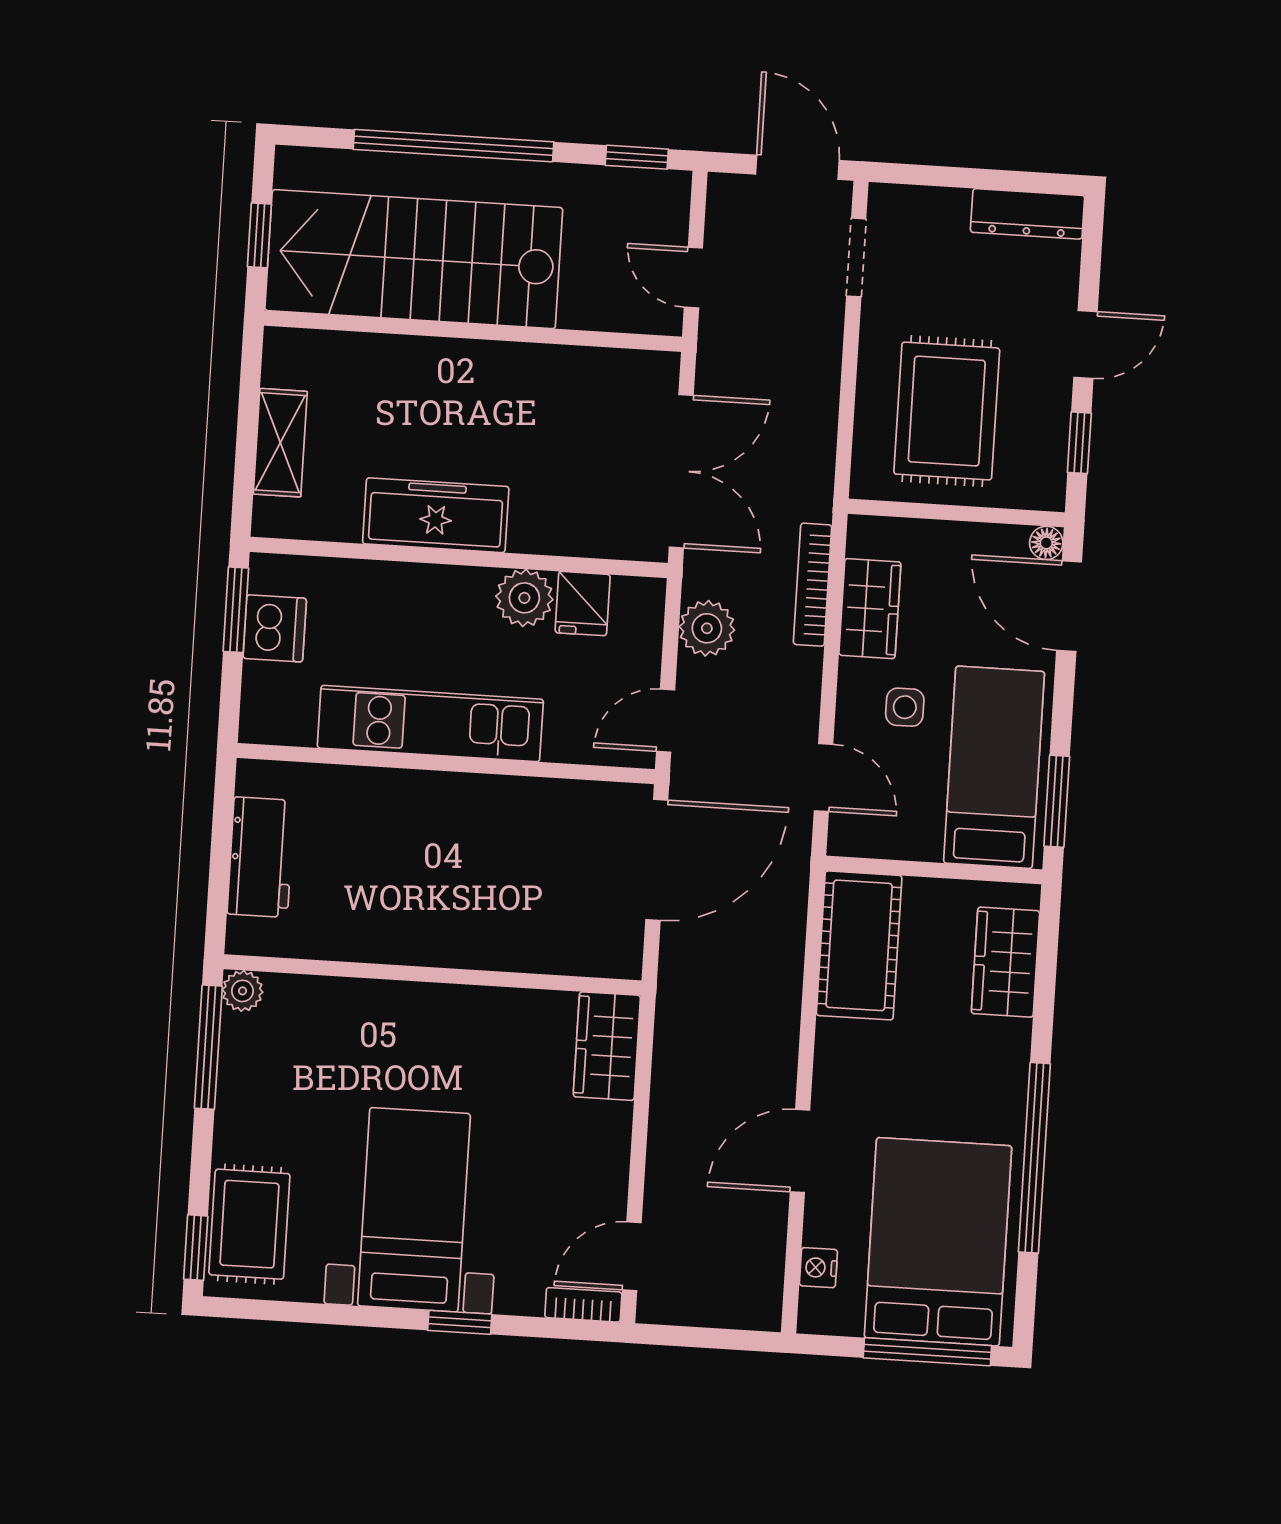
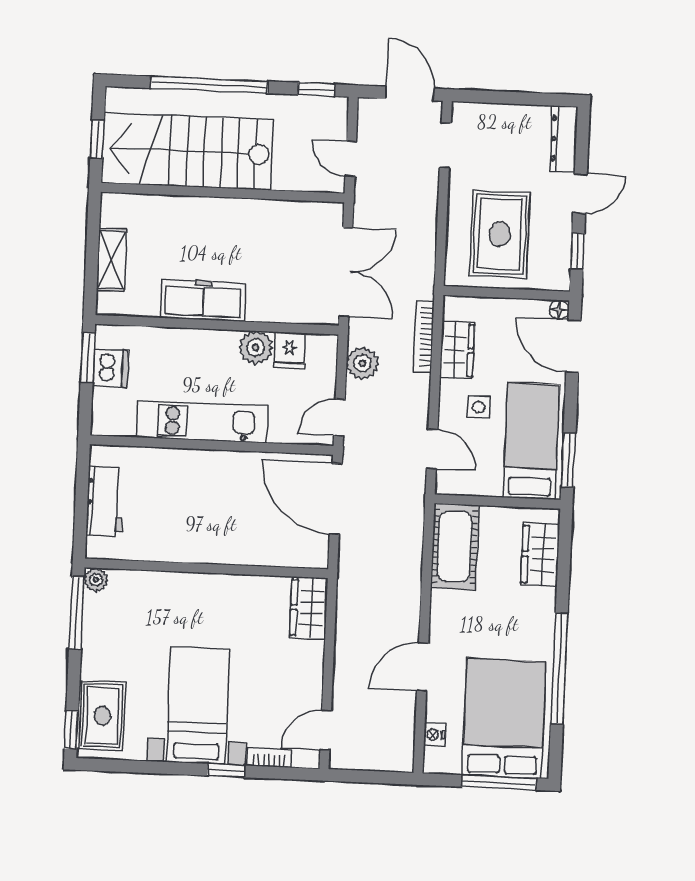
dresser: (1028, 214) -> (564, 139), moved, turned 90
door: (657, 860) -> (336, 499), swing flipped
bookcase: (583, 1305) -> (269, 758), moved

